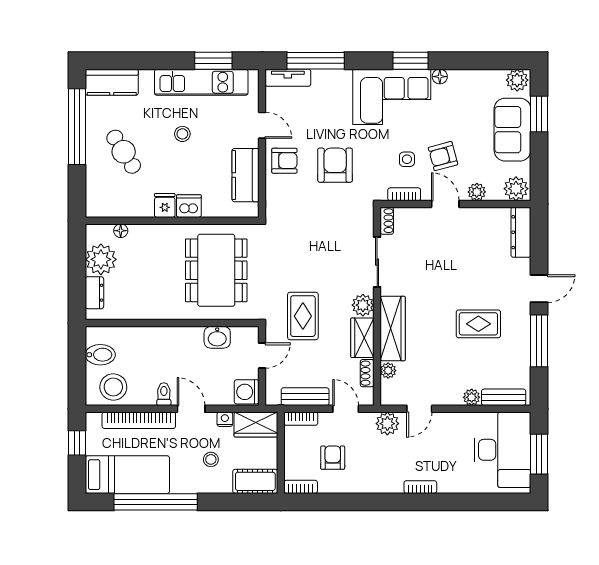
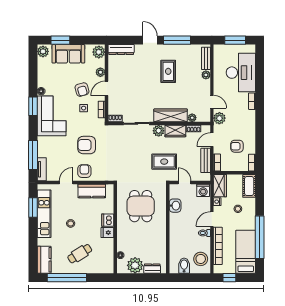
dining table: (216, 270) -> (141, 206), width x0.73
desk: (502, 450) -> (241, 73), moved, turned 90

